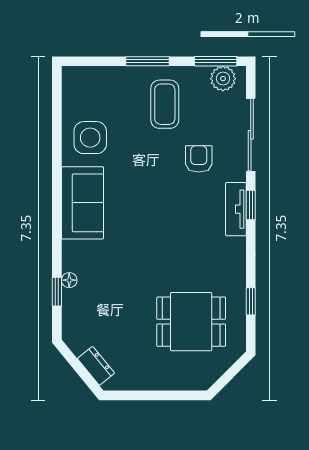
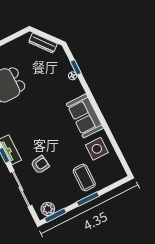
coffee table: (165, 104) -> (84, 178), moved
armchair: (199, 159) -> (40, 165), turned -97
dresser: (96, 366) -> (43, 43), width x1.44

